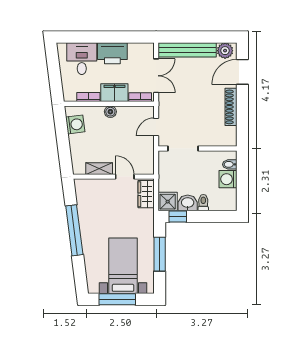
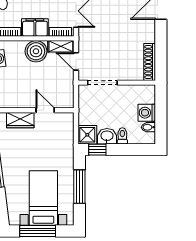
shoe rack: (231, 107) -> (150, 62), moved
boiler: (110, 112) -> (36, 51), width x1.86, depth x1.86
door: (156, 127) -> (76, 61), hinge flipped
bidet: (230, 164) -> (148, 127), moved
shelving: (99, 169) -> (61, 46), moved
wardrobe: (146, 194) -> (20, 120), moved, turned -90

